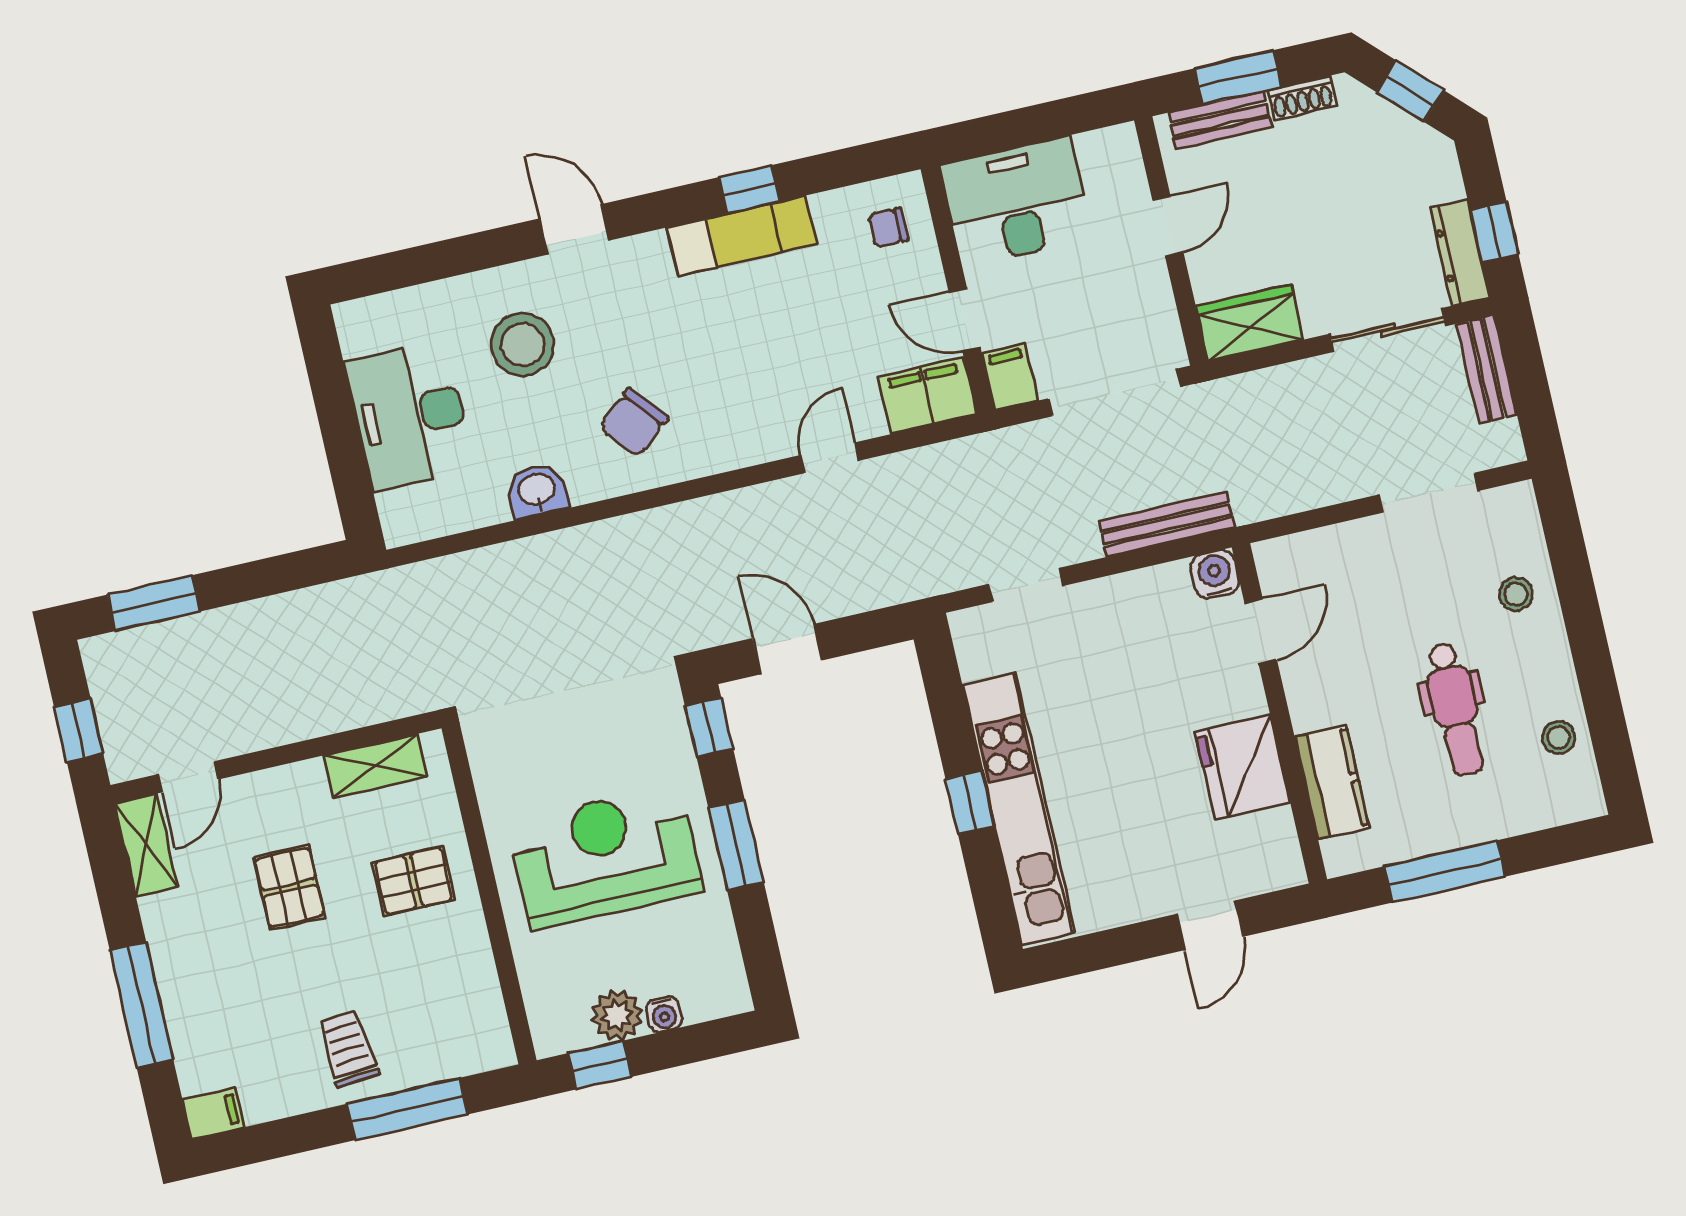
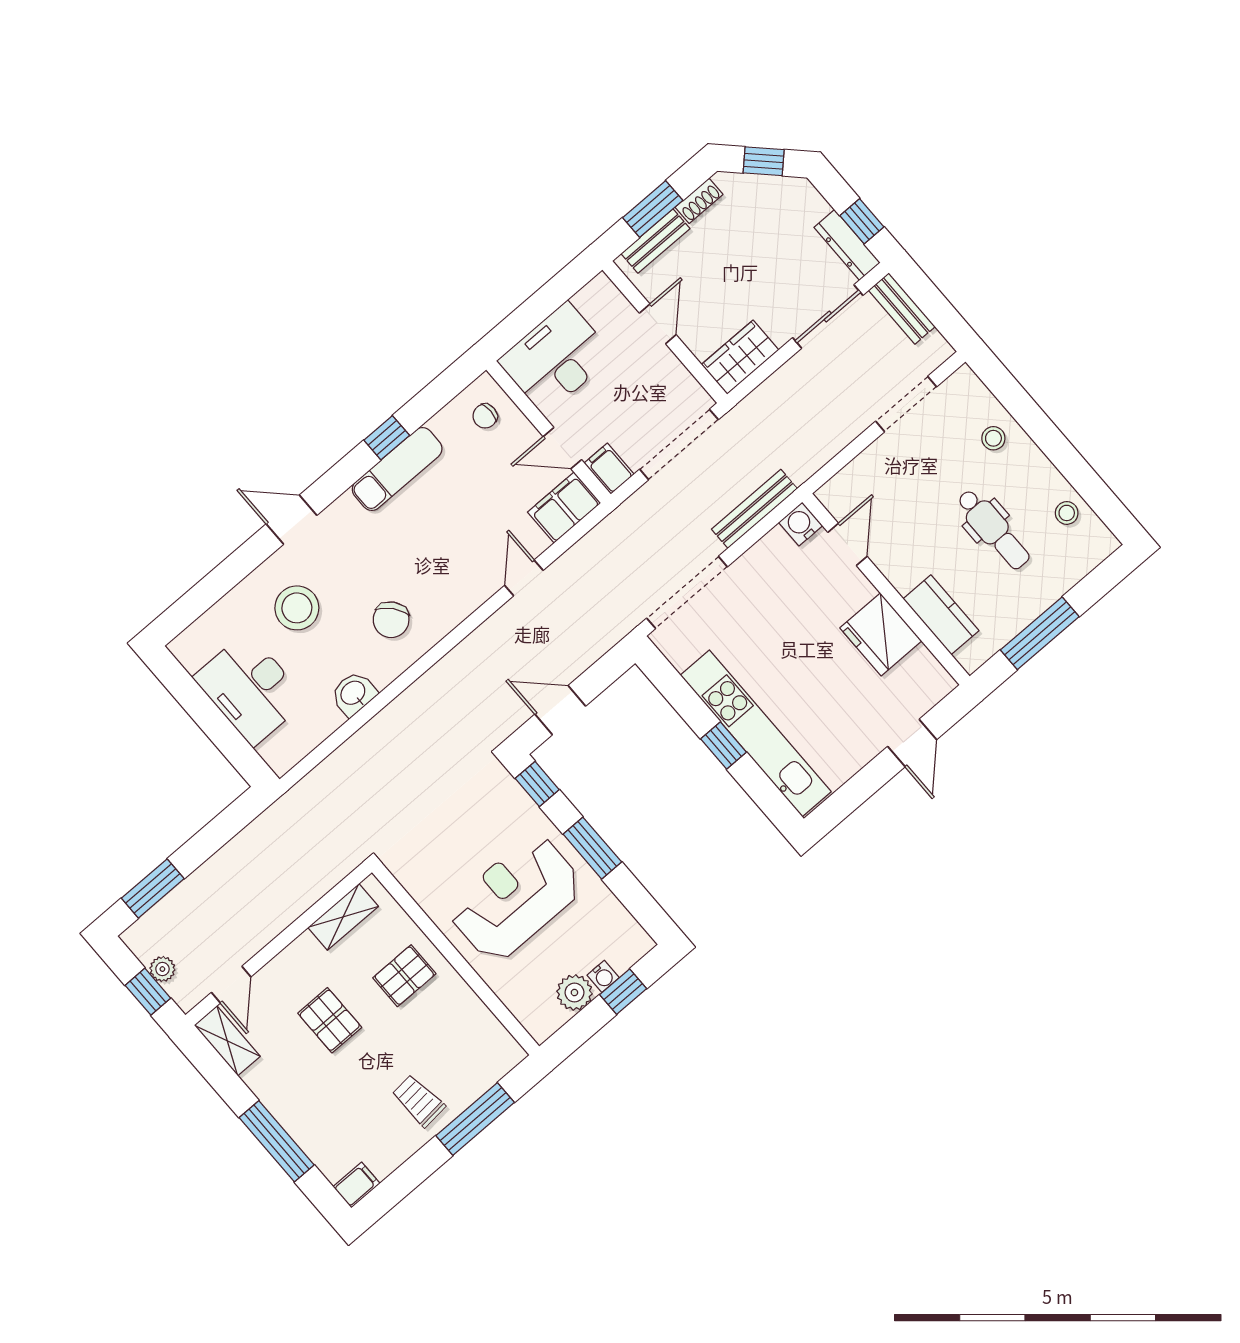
doorway: (1026, 585) -> (687, 592), width x1.88
plant: (112, 711) -> (162, 969), added
window: (600, 1065) -> (623, 992), moved

